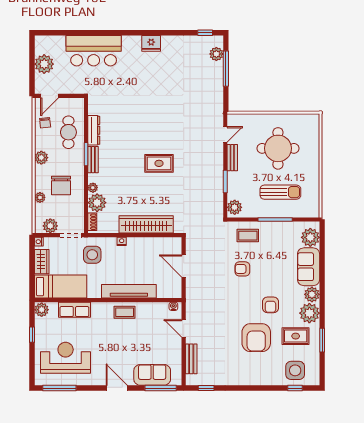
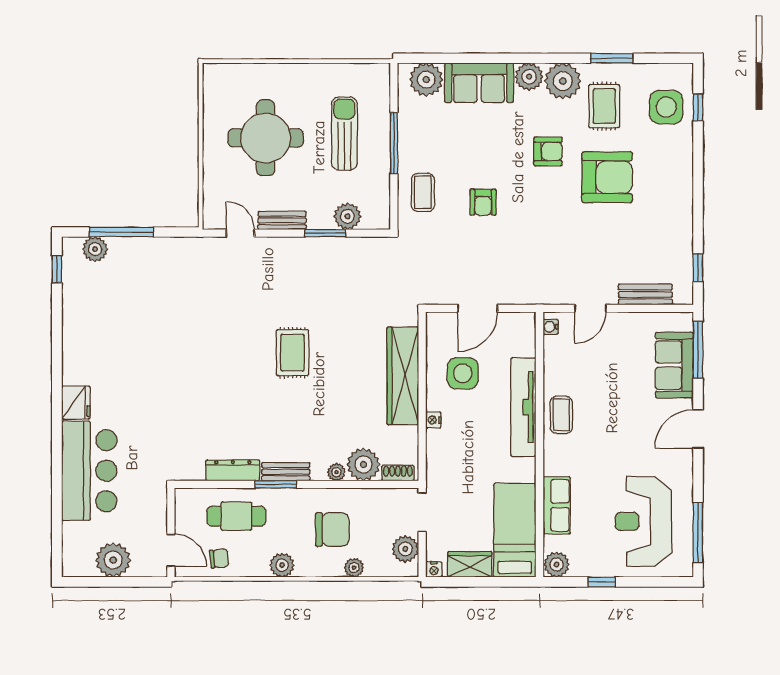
fridge: (151, 43) -> (76, 403), moved
plant: (235, 207) -> (347, 216), moved
side table: (92, 255) -> (463, 373), moved

